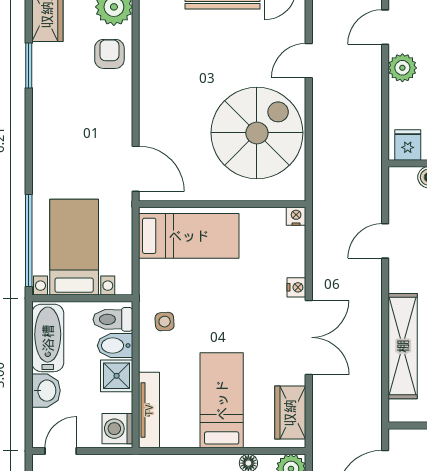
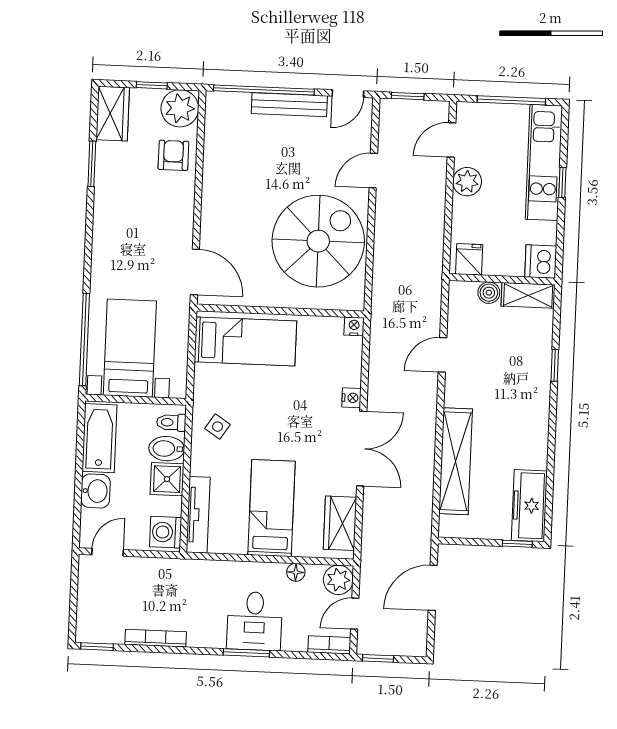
toilet: (113, 319) -> (171, 422), width x0.73, depth x0.72
side table: (165, 322) -> (218, 427), turned 37

